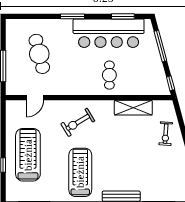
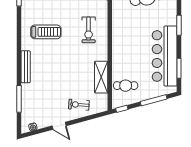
cafe table: (109, 75) -> (126, 86), moved
exercise bike: (78, 122) -> (89, 30), turned -149
treadmill: (80, 172) -> (46, 32), width x0.73, depth x0.73

